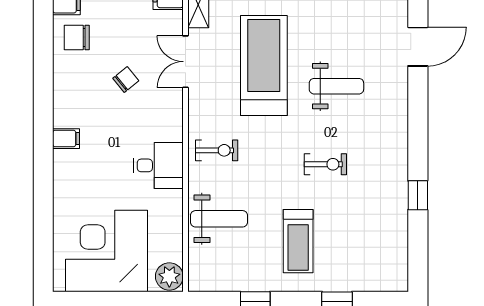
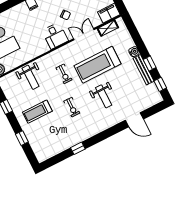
treadmill: (264, 66) -> (97, 65), turned 180
exercise bike: (217, 150) -> (64, 74), moved
desk: (158, 165) -> (55, 36), moved

